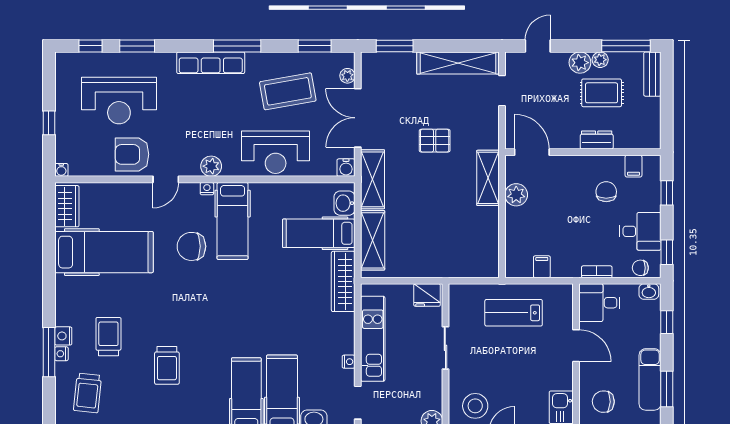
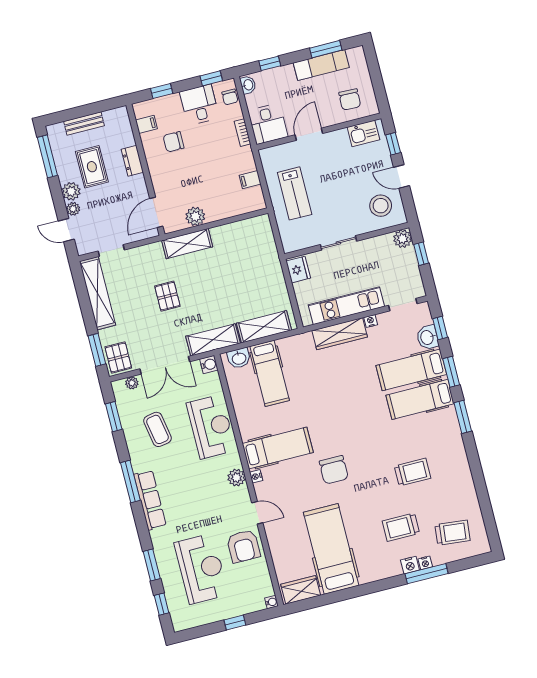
plant: (600, 60) -> (73, 209), moved
pallet: (380, 68) -> (118, 357), added
bench: (652, 74) -> (84, 124), moved
coffee table: (288, 91) -> (158, 429), width x0.73, depth x0.76
chair: (191, 246) -> (334, 470), moved
wardrobe: (343, 281) -> (340, 334), moved

